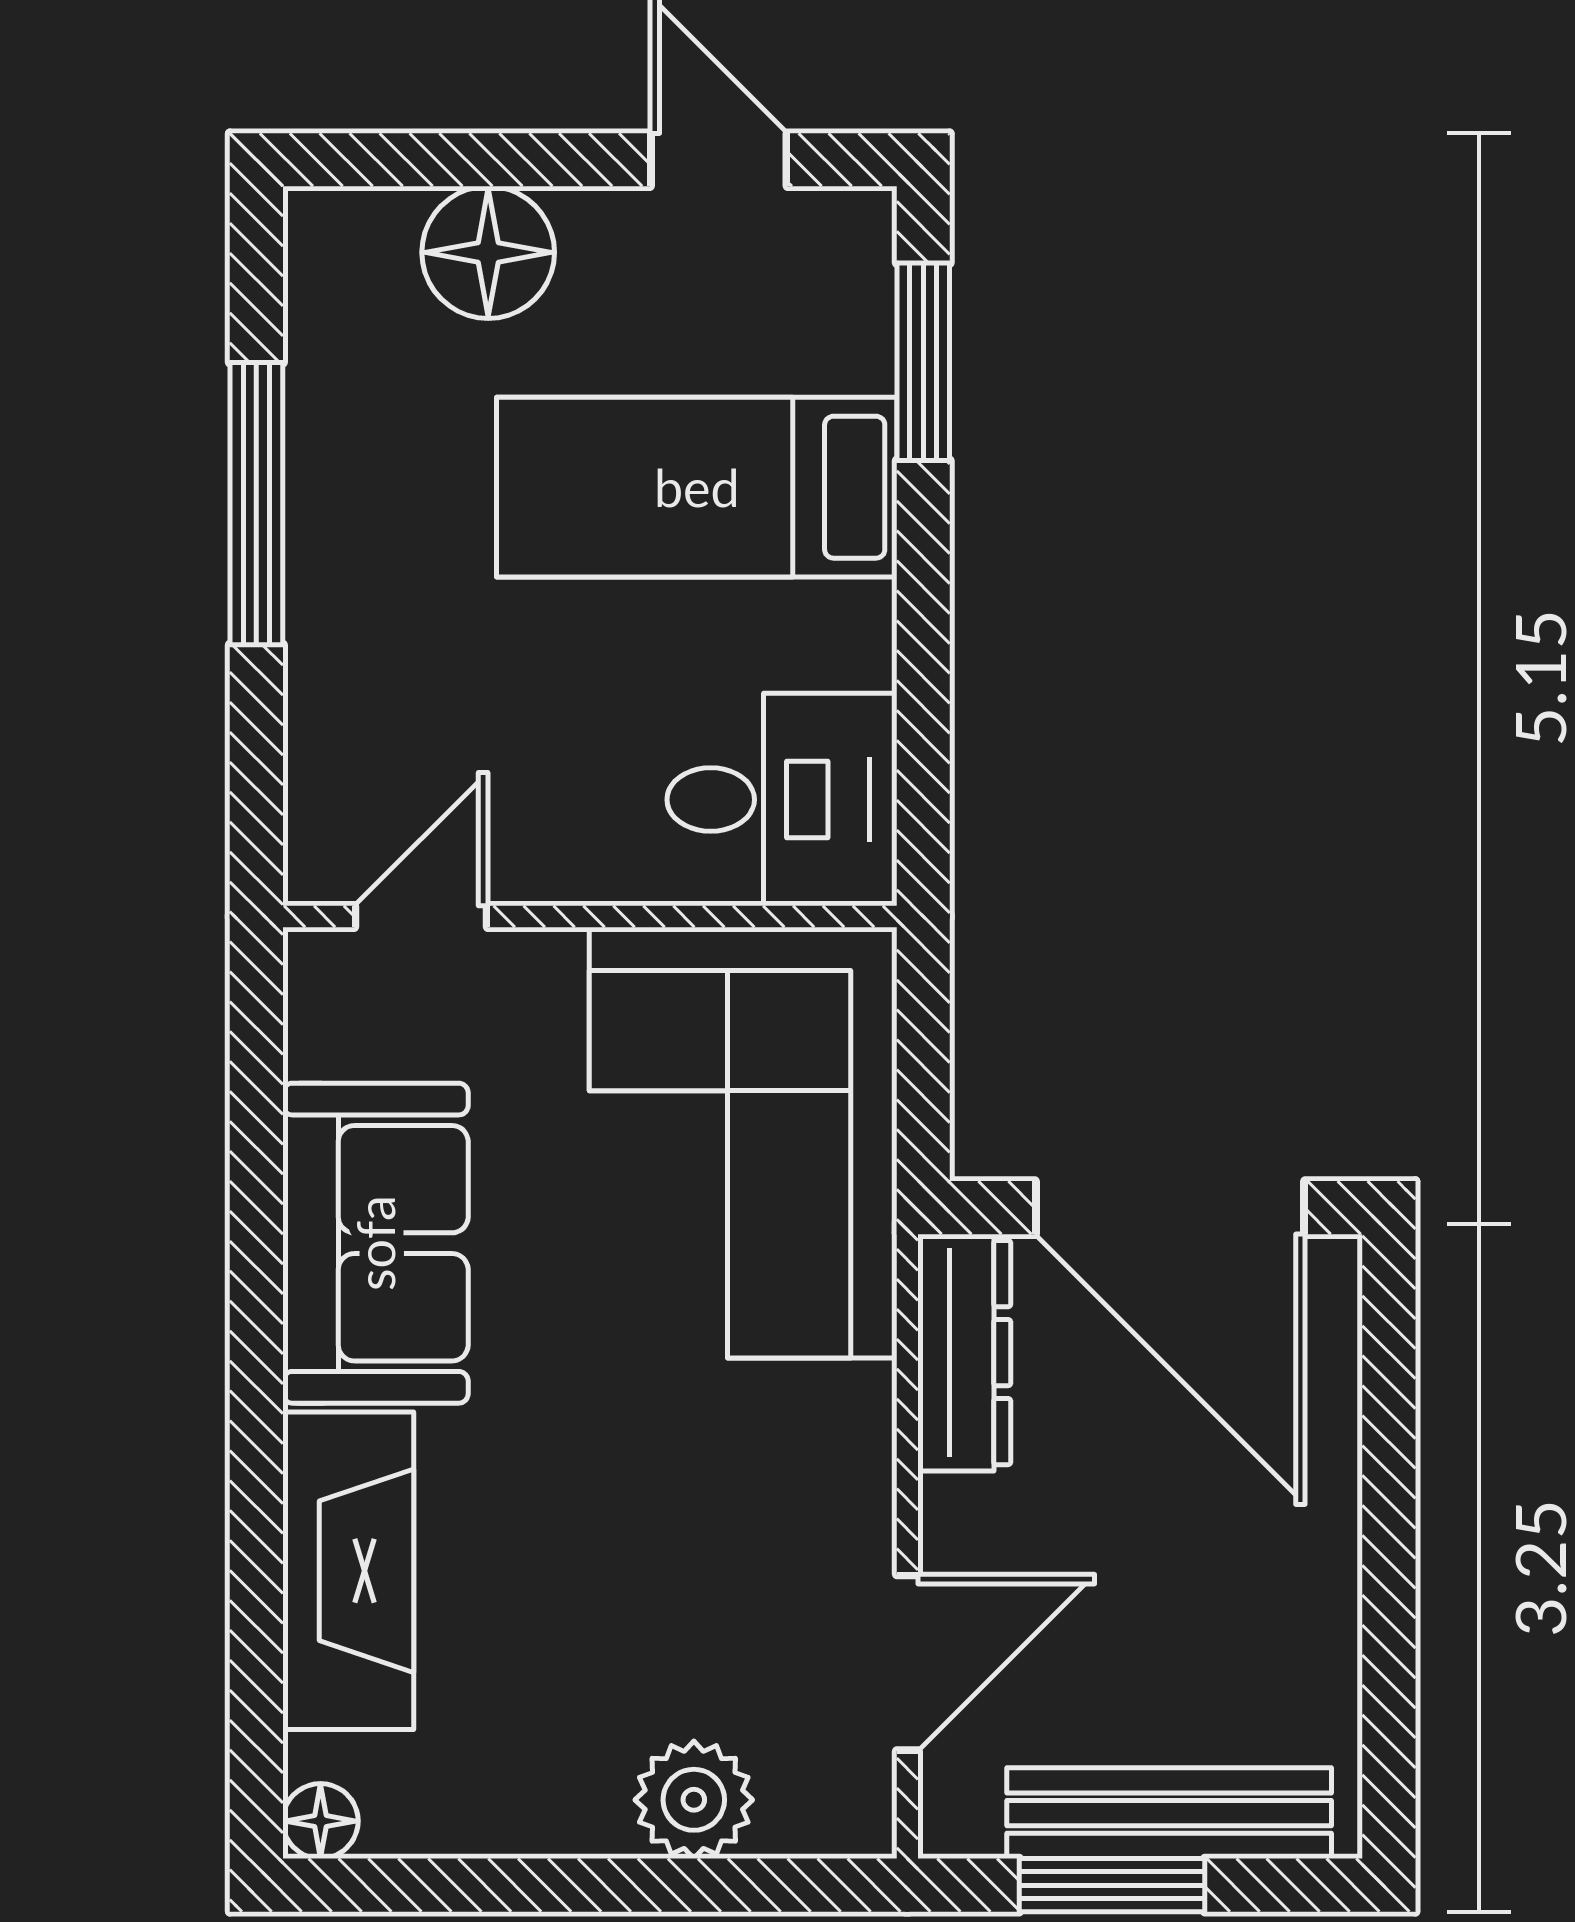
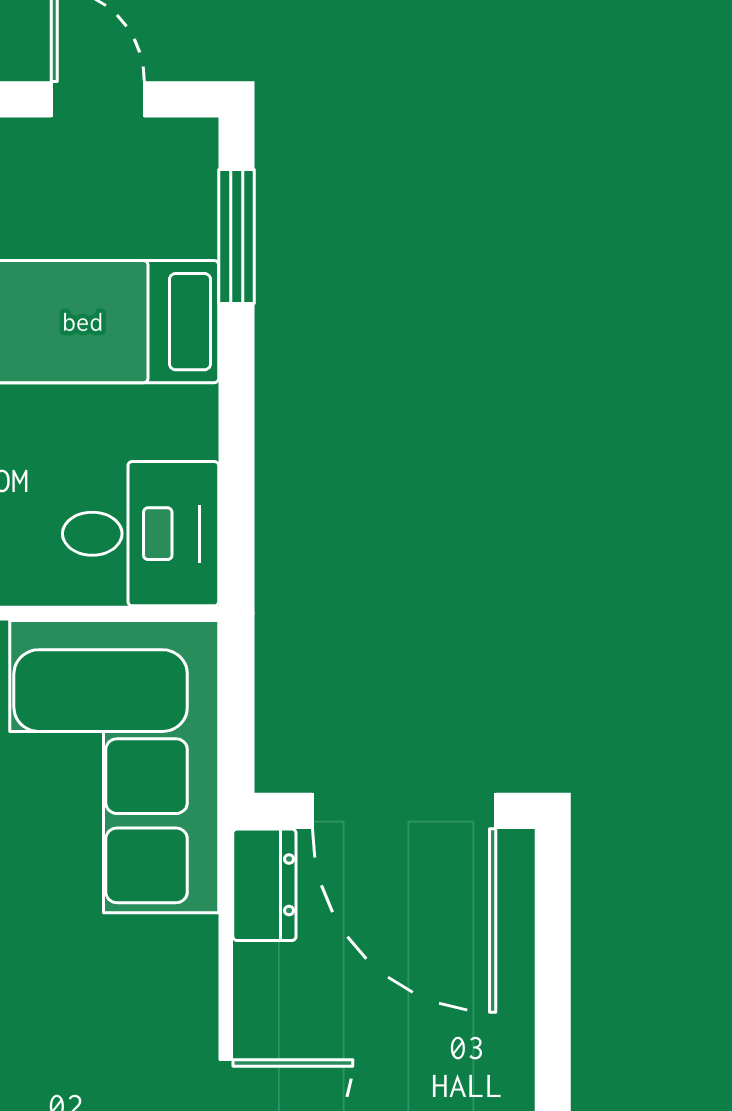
dresser: (964, 1353) -> (264, 885), width x0.70

